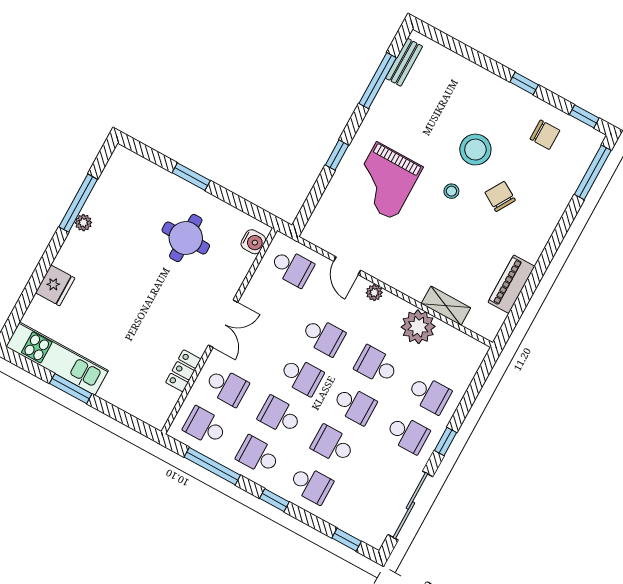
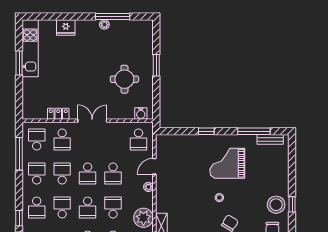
stool: (475, 150) -> (276, 205), moved
grand piano: (385, 181) -> (227, 163), moved
double door: (223, 324) -> (92, 121), swing flipped
window: (274, 500) -> (19, 218), moved

